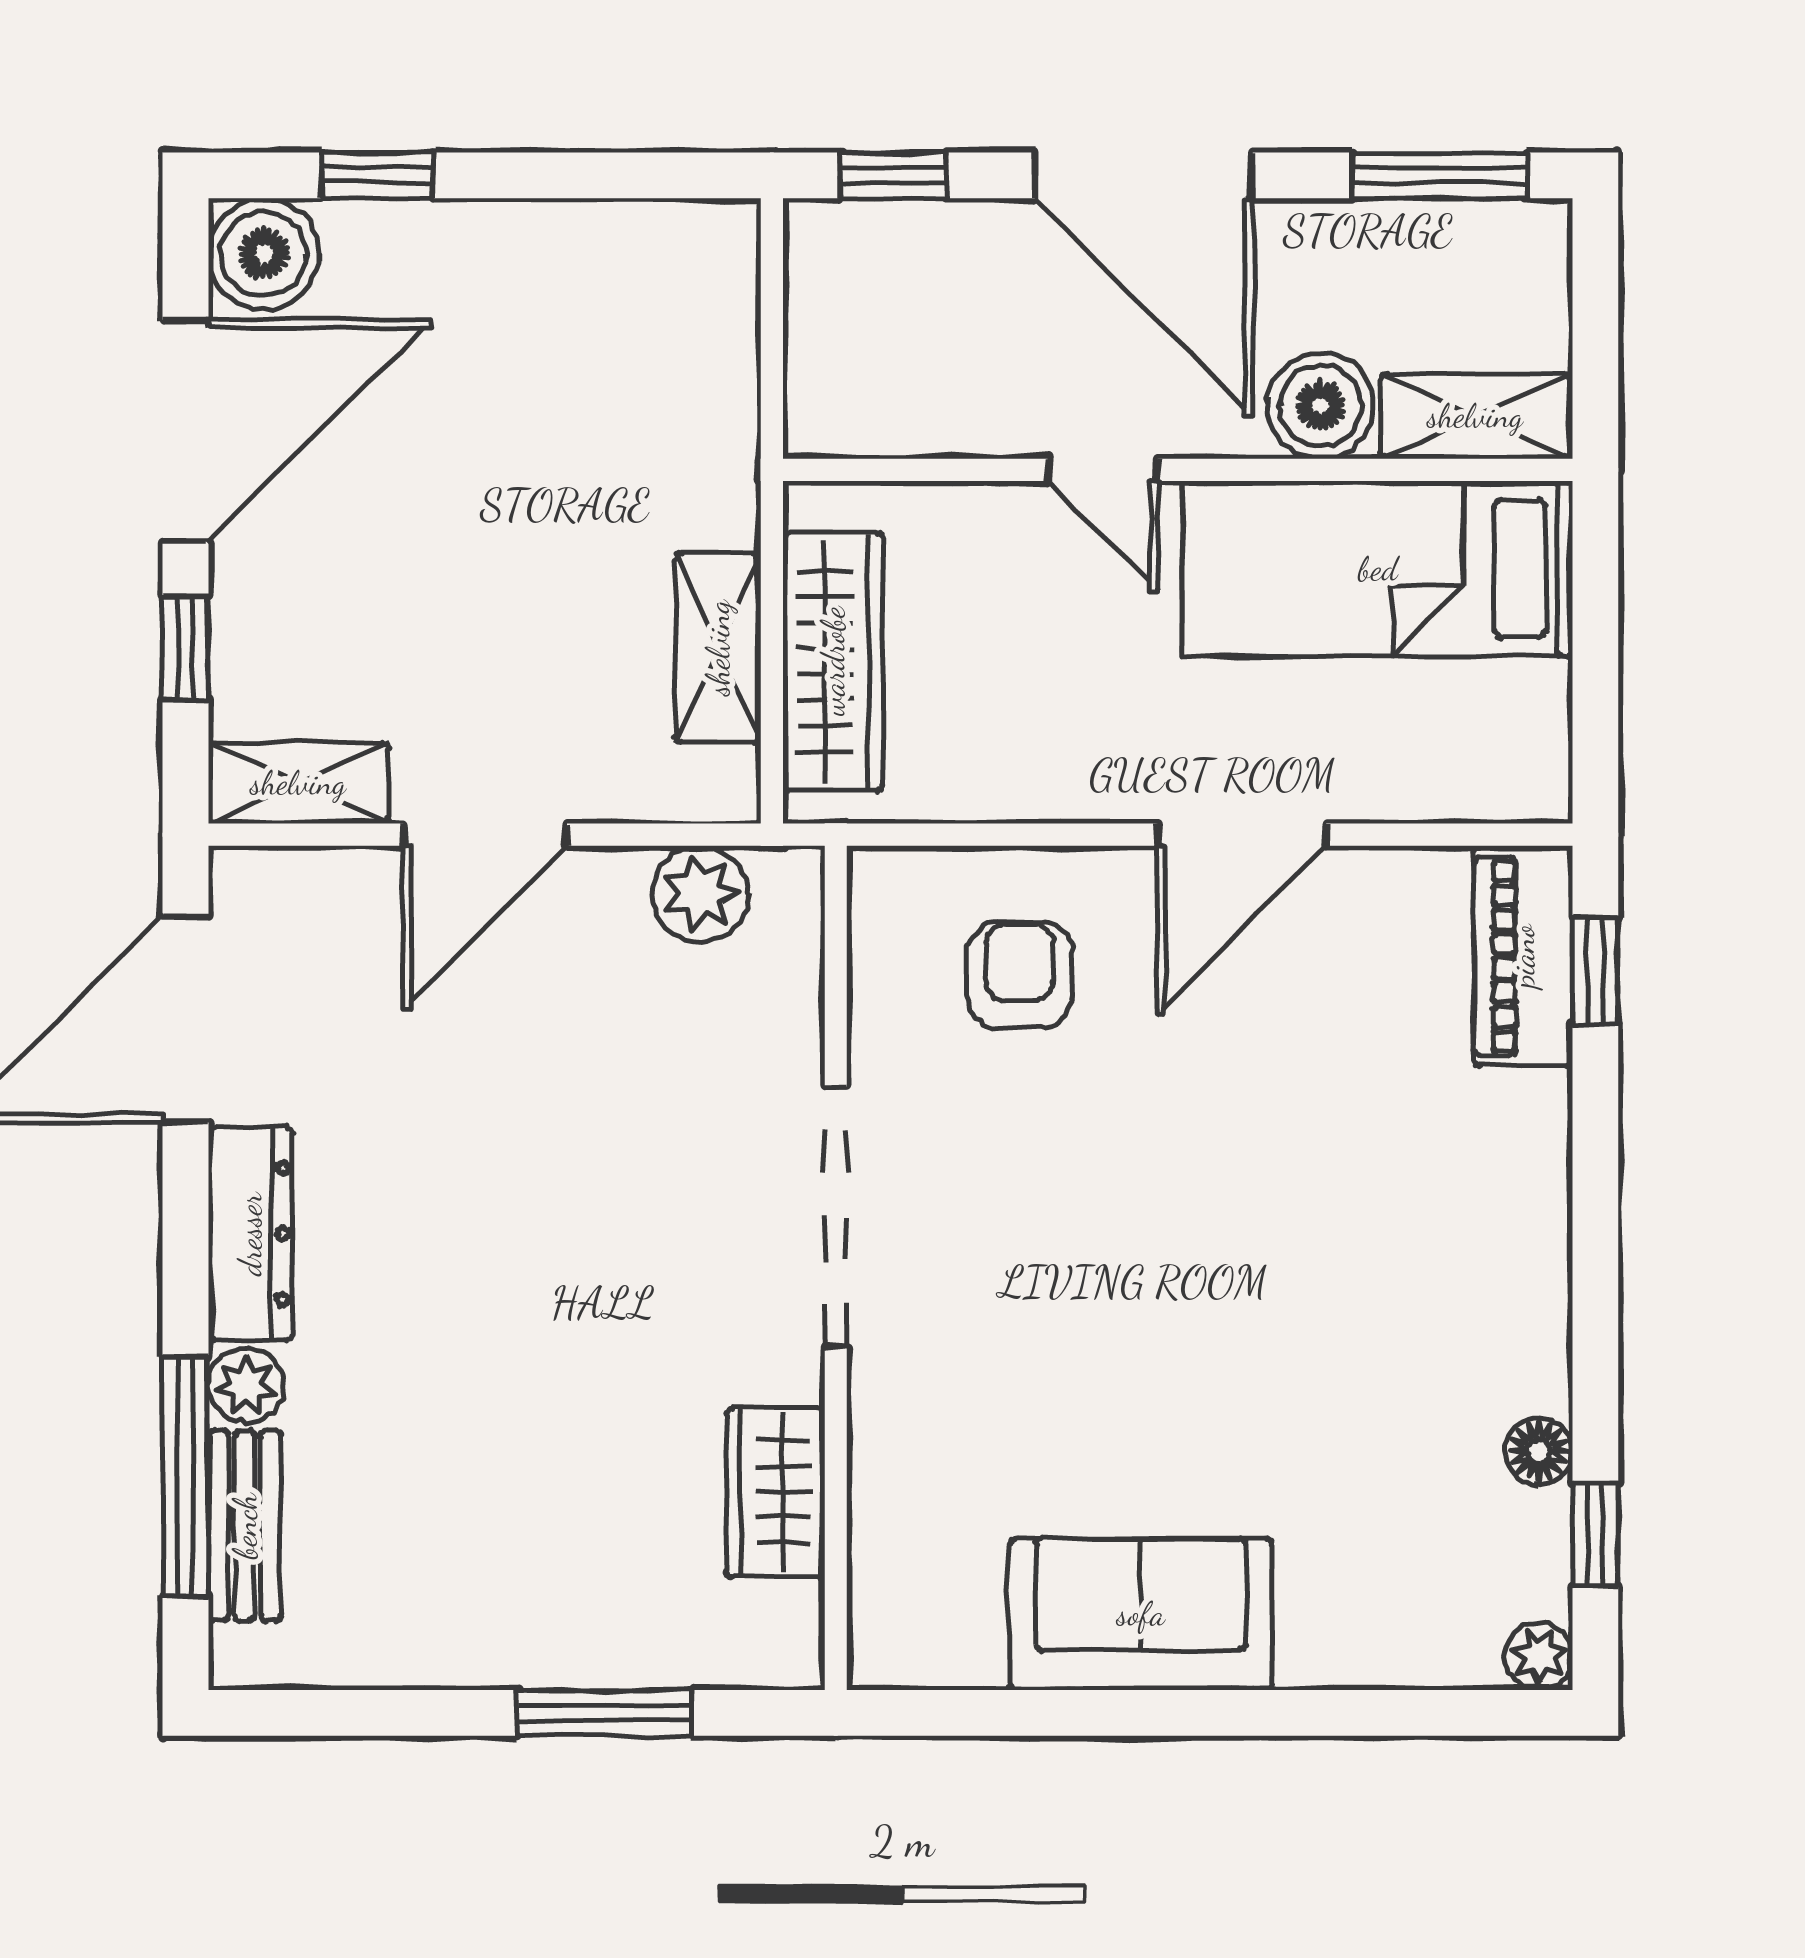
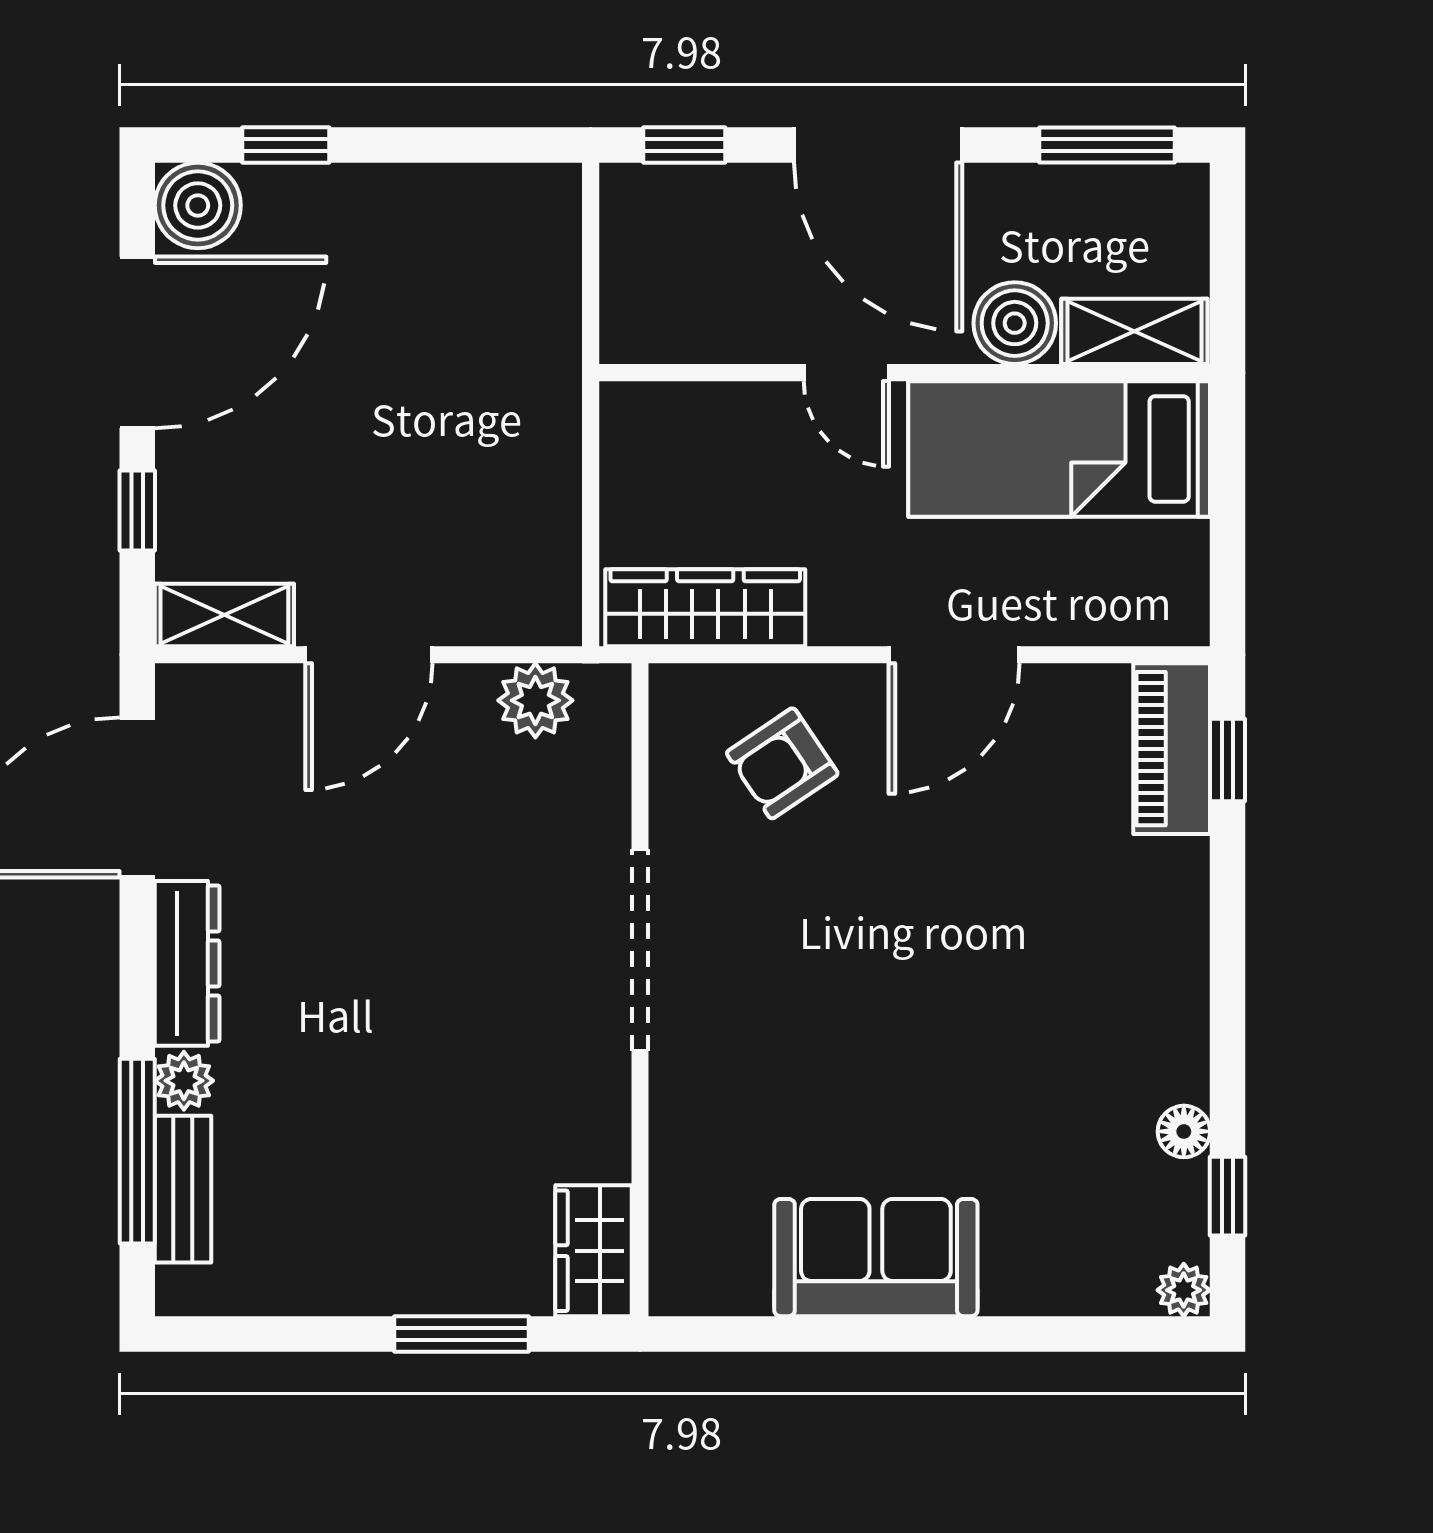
shelving: (718, 648) -> (549, 510), removed
wardrobe: (833, 661) -> (705, 608), moved, turned -90
armchair: (1020, 975) -> (782, 763), turned -124
wardrobe: (776, 1492) -> (593, 1251), moved

